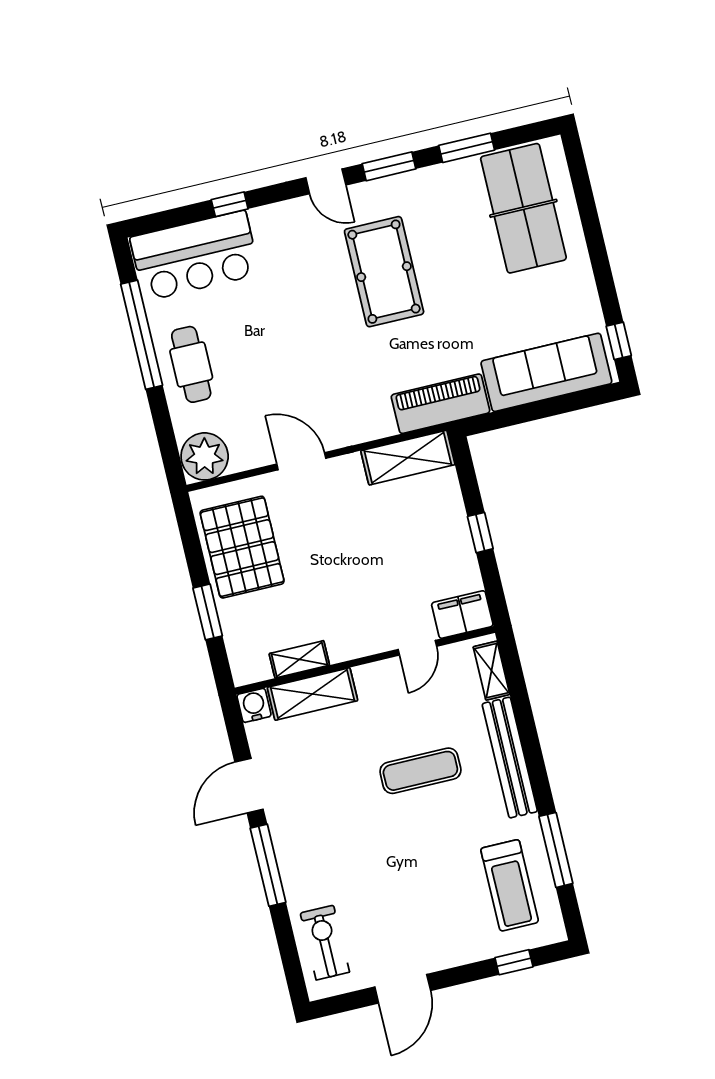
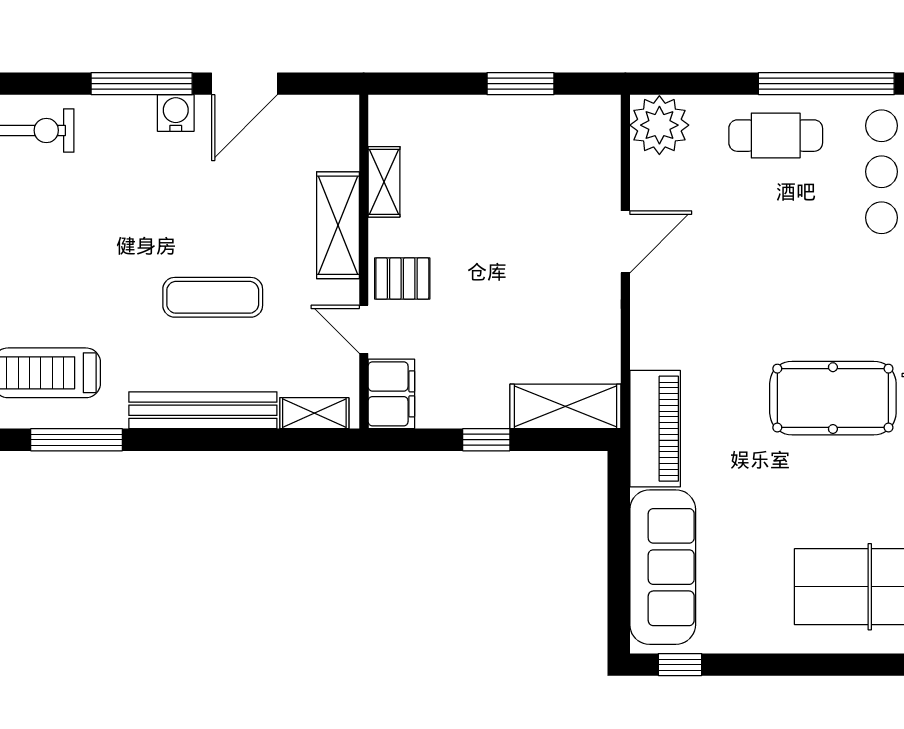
shelving: (408, 458) -> (565, 406), moved, turned 90
pallet: (242, 547) -> (402, 279), moved, width x0.49, depth x0.50
window: (208, 612) -> (521, 84), moved
shelving: (312, 694) -> (338, 225), moved
water cooler: (254, 705) -> (176, 113), moved, turned -90
exercise mat: (420, 771) -> (213, 297), turned 90
door: (249, 786) -> (244, 84), swing flipped

